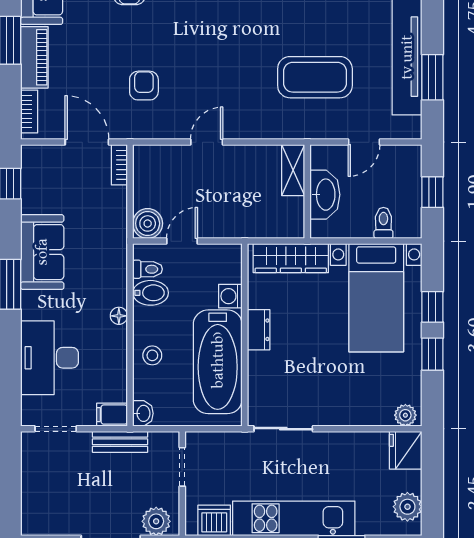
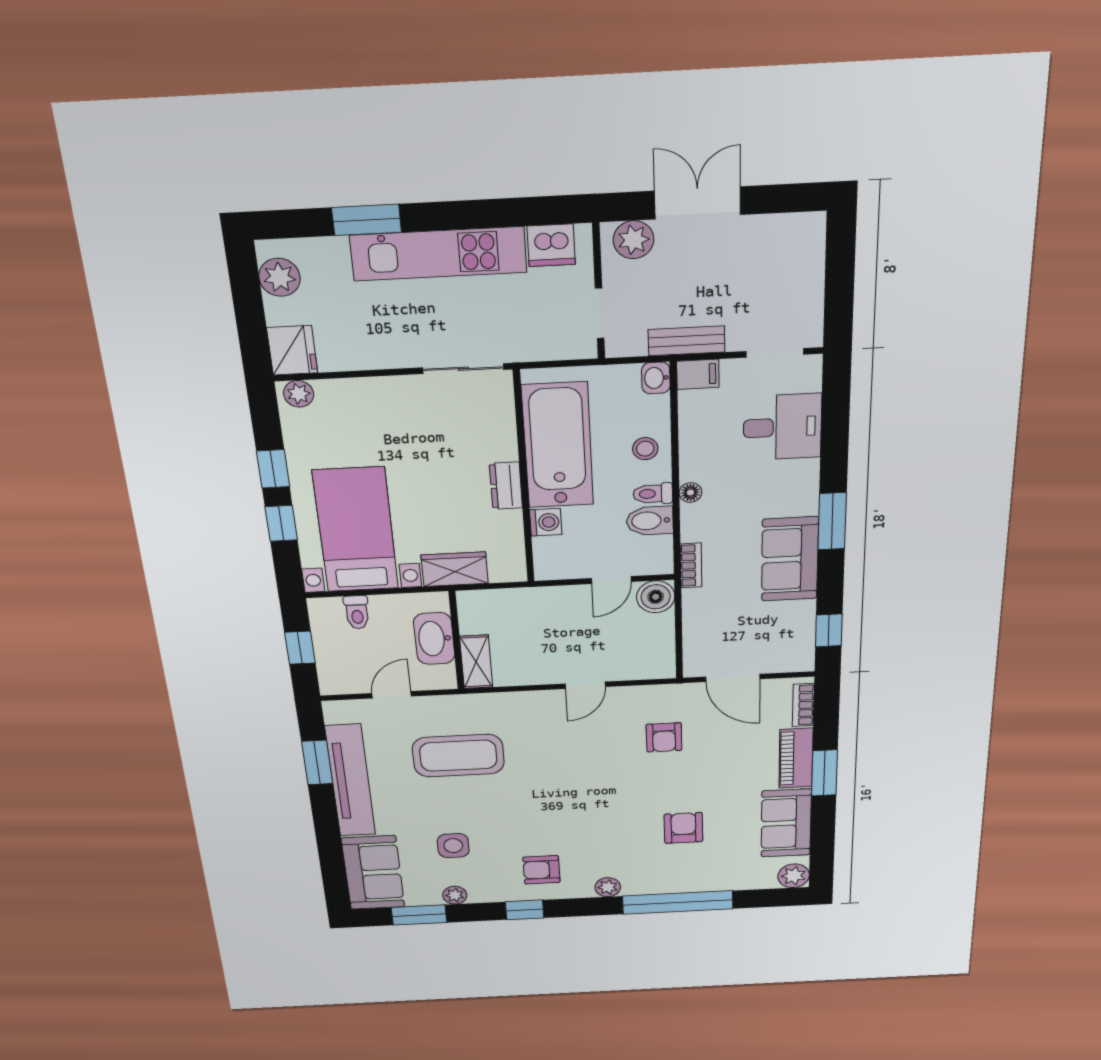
bookcase: (119, 165) -> (691, 565), moved
wardrobe: (291, 258) -> (455, 569), width x0.67
toilet: (148, 269) -> (653, 494), moved
desk: (50, 358) -> (782, 427), width x0.73

